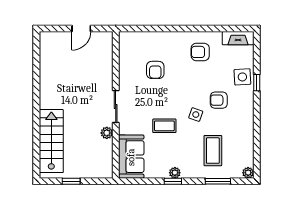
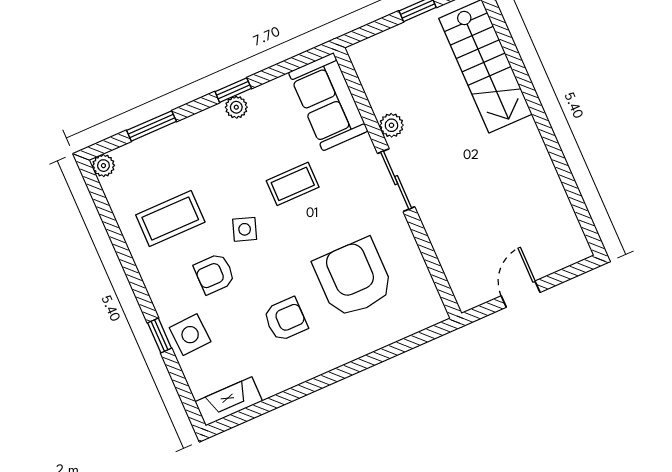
armchair: (200, 52) -> (285, 319), moved
armchair: (155, 70) -> (354, 278), width x1.88, depth x1.88
armchair: (219, 100) -> (214, 274), turned 180
coffee table: (213, 151) -> (170, 219), moved, turned 90

